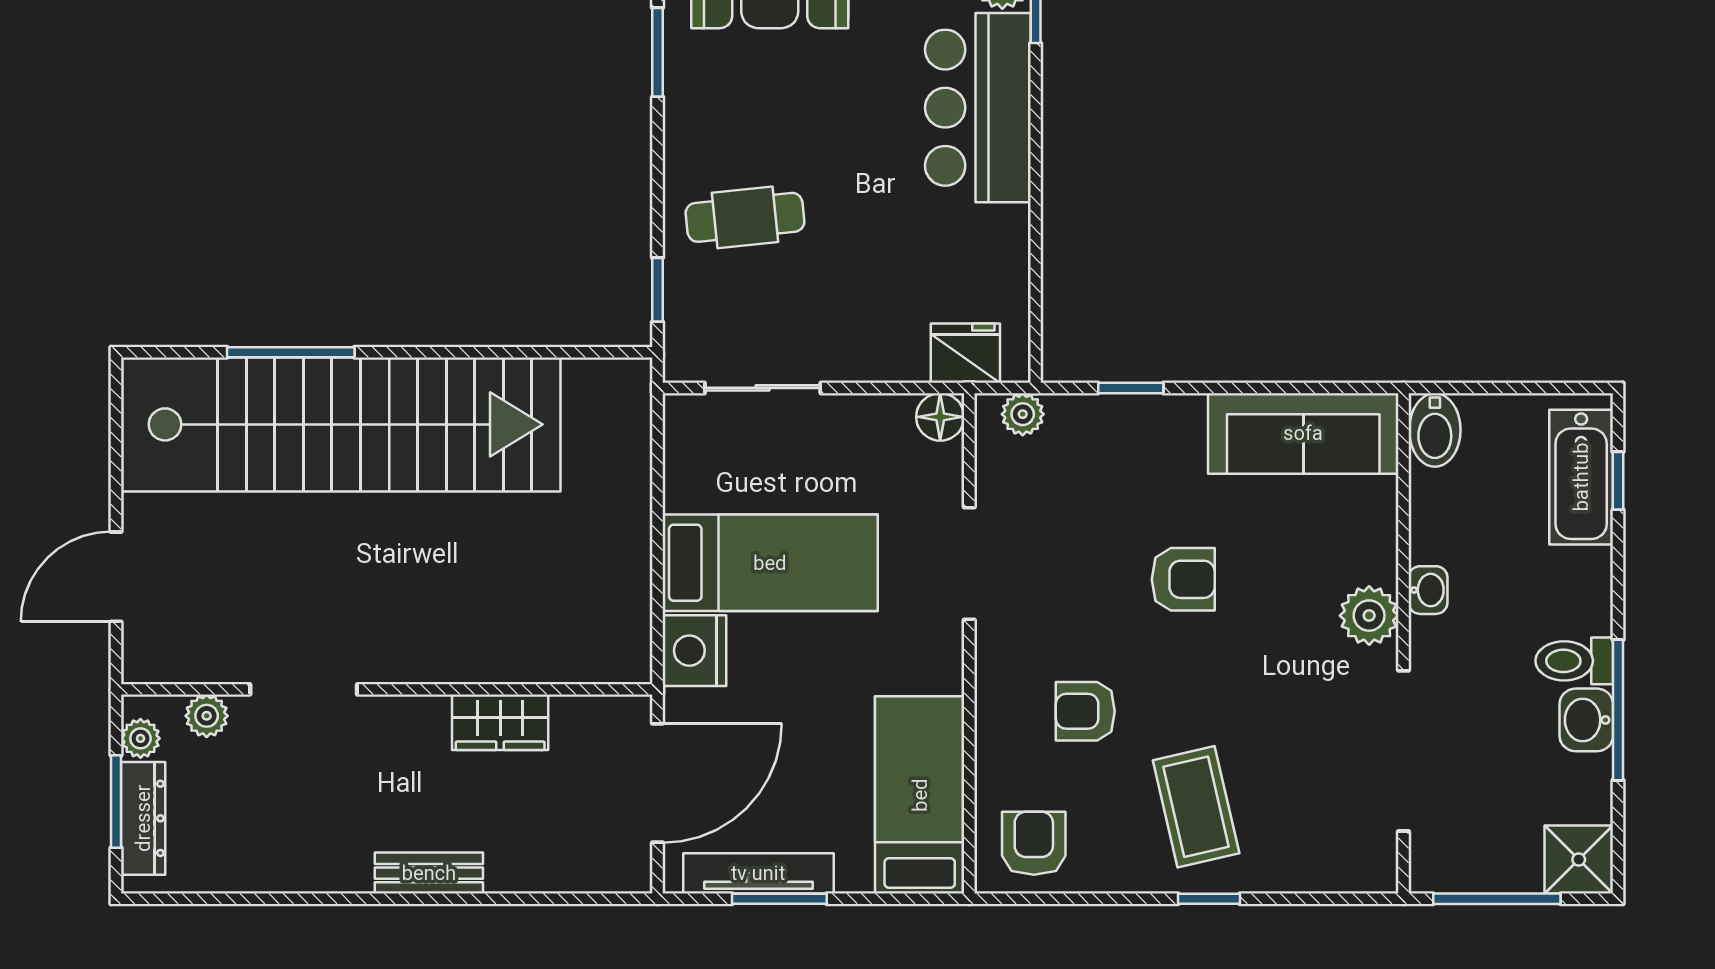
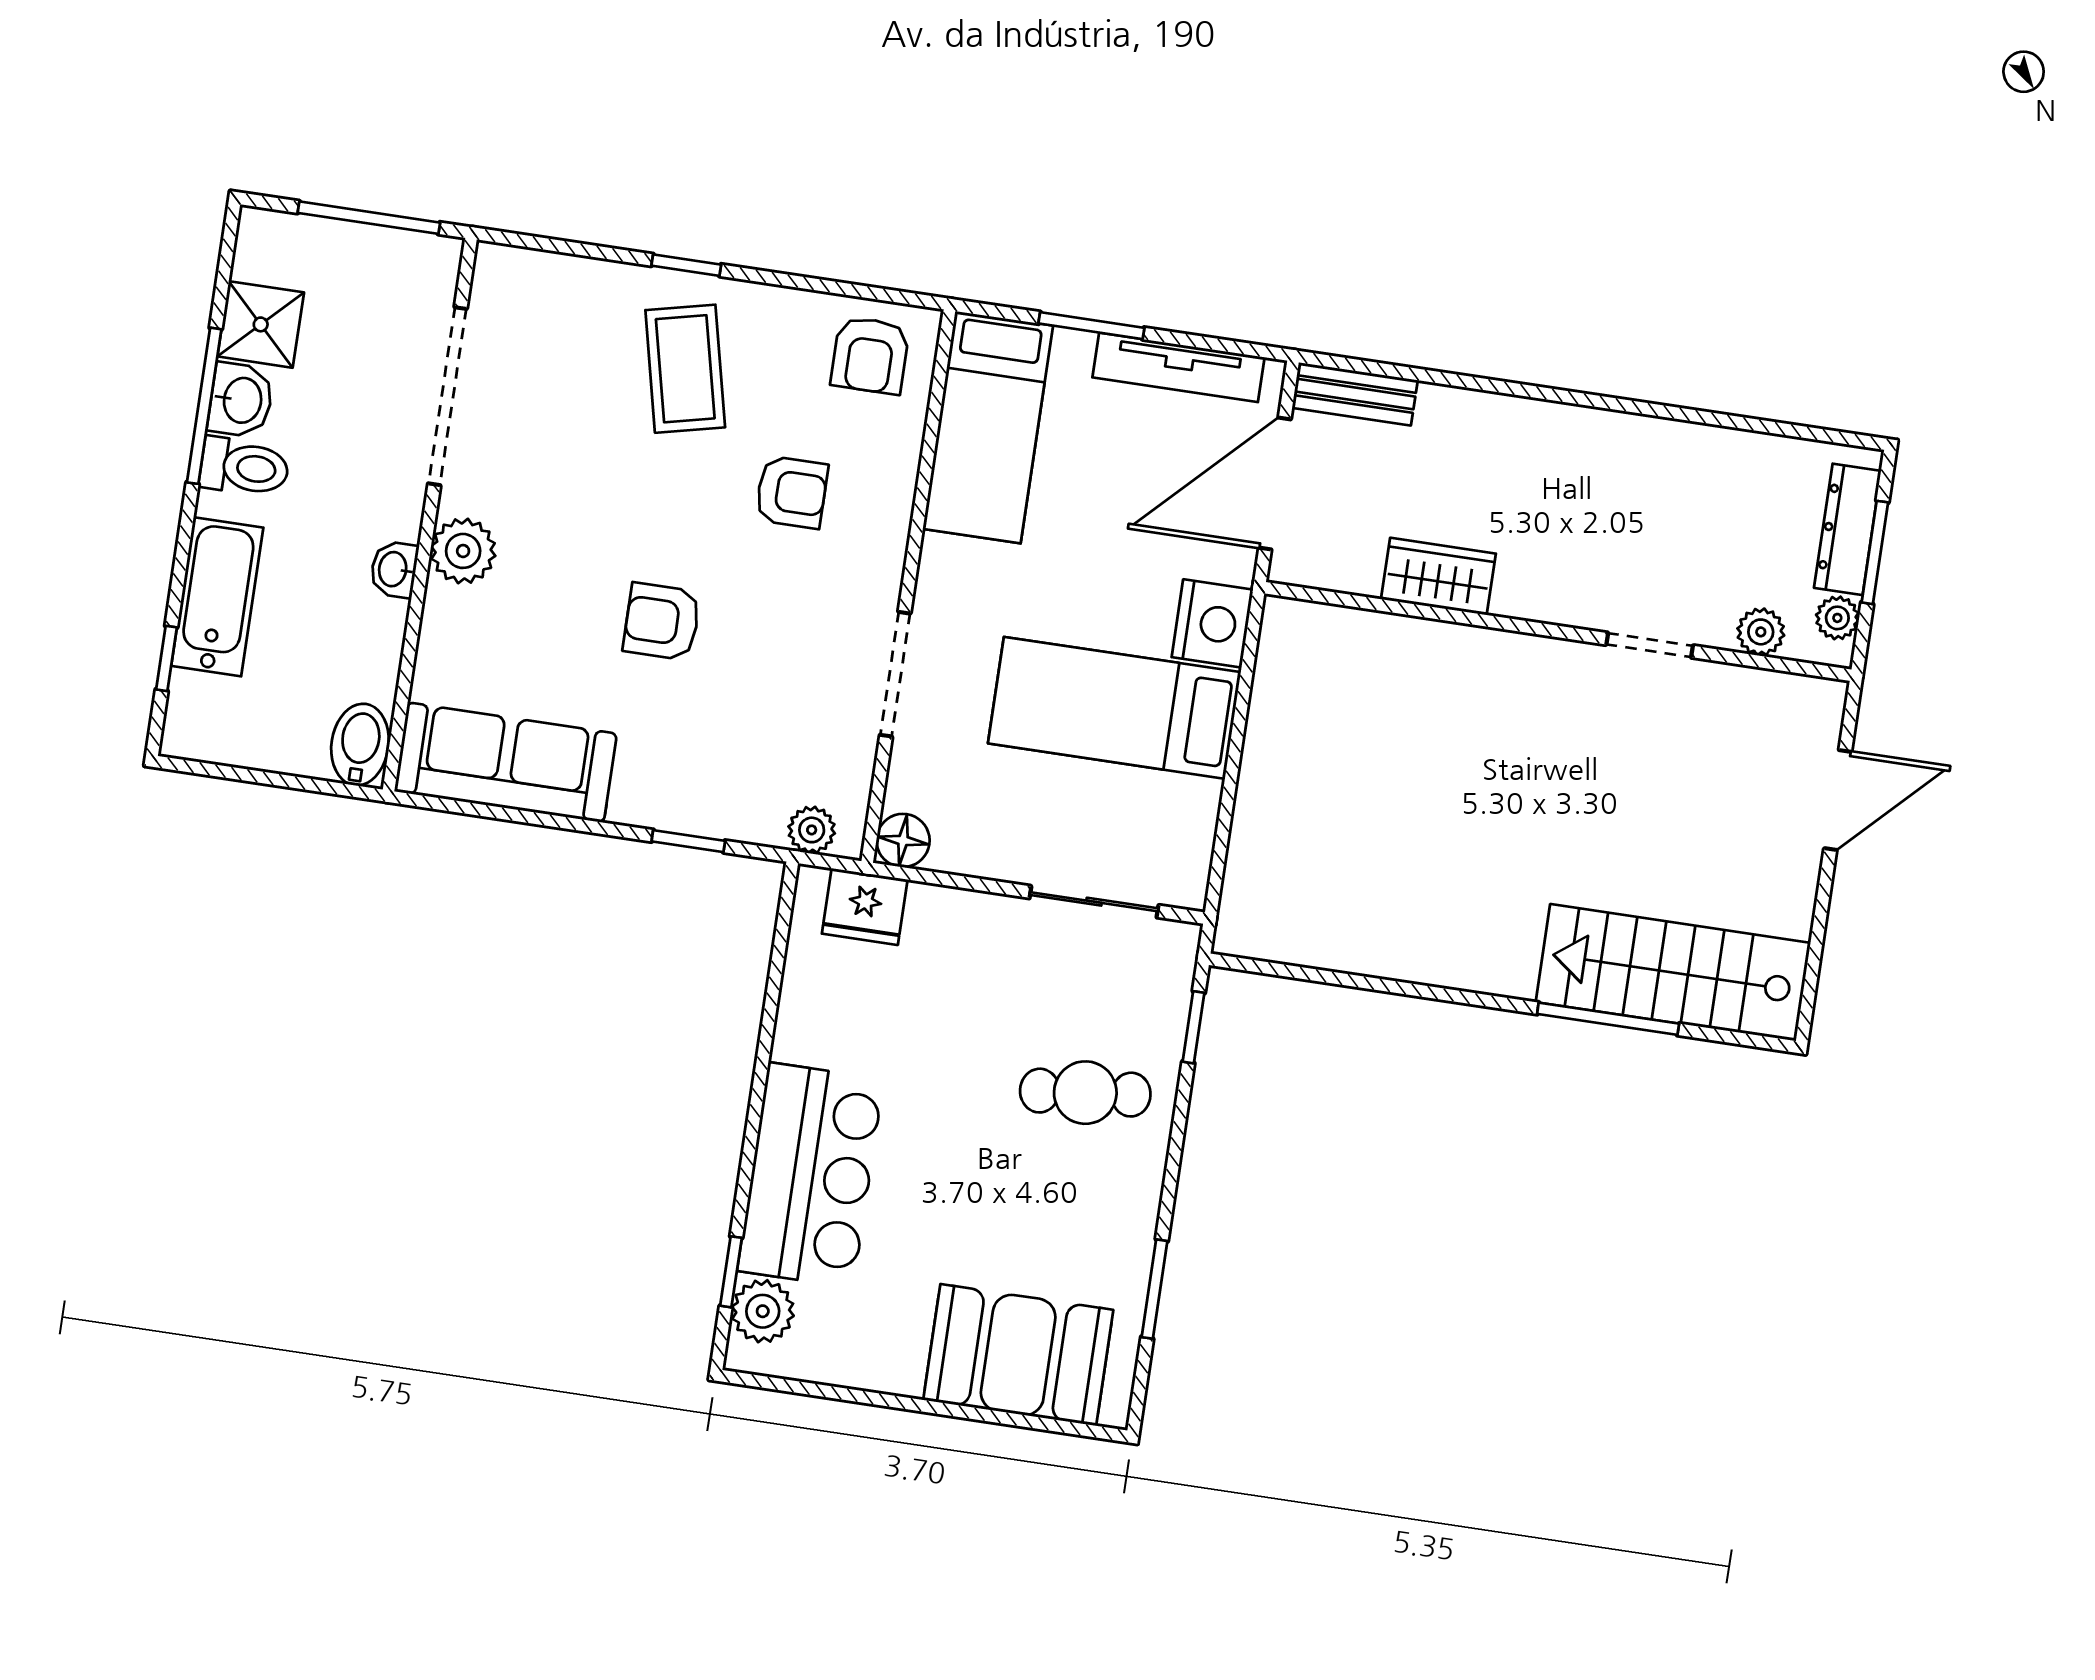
stairs: (341, 424) -> (1673, 973), width x0.54, depth x0.66
bathtub: (1581, 477) -> (217, 597), moved
doorway: (304, 689) -> (1650, 645), width x0.73
shower: (1579, 860) -> (261, 324), moved
bench: (429, 873) -> (1355, 394), moved
window: (779, 899) -> (1091, 326), moved

